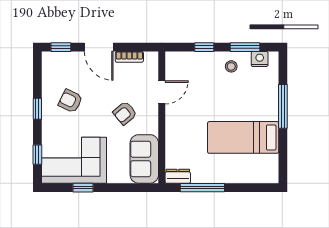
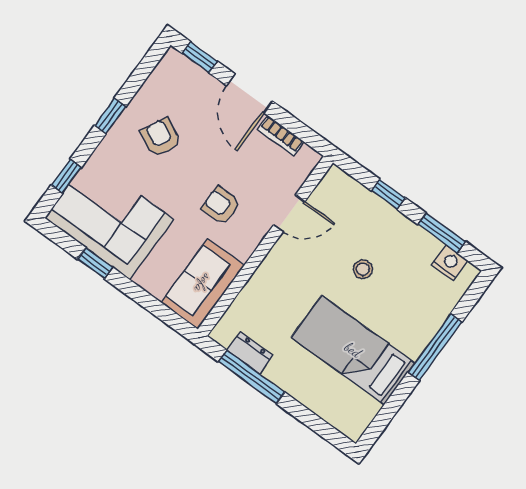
stool: (231, 66) -> (363, 269), moved
armchair: (125, 113) -> (221, 205), turned 39
dresser: (178, 176) -> (250, 353), moved

